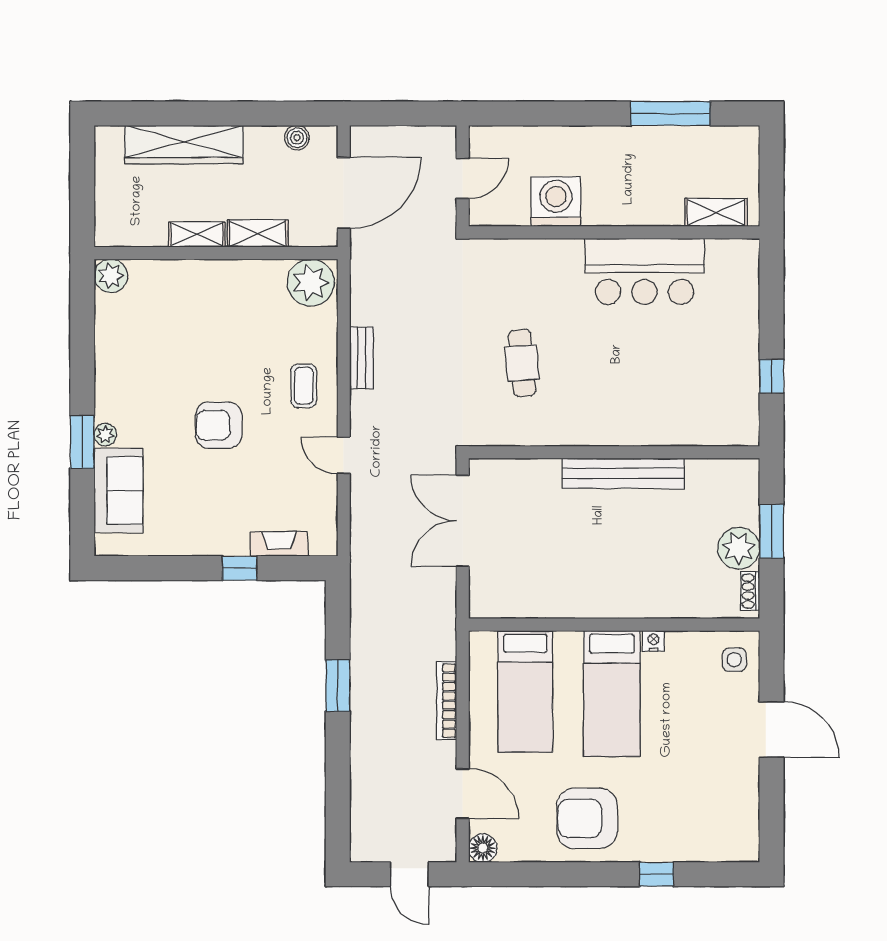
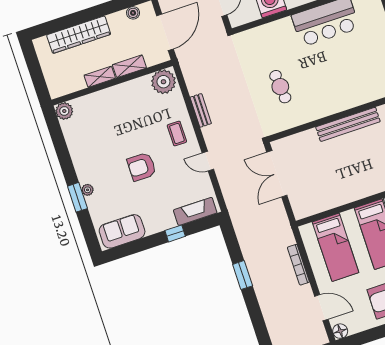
sofa: (119, 490) -> (122, 231), moved, turned -90
fireplace: (279, 544) -> (195, 211), width x1.37, depth x1.32

